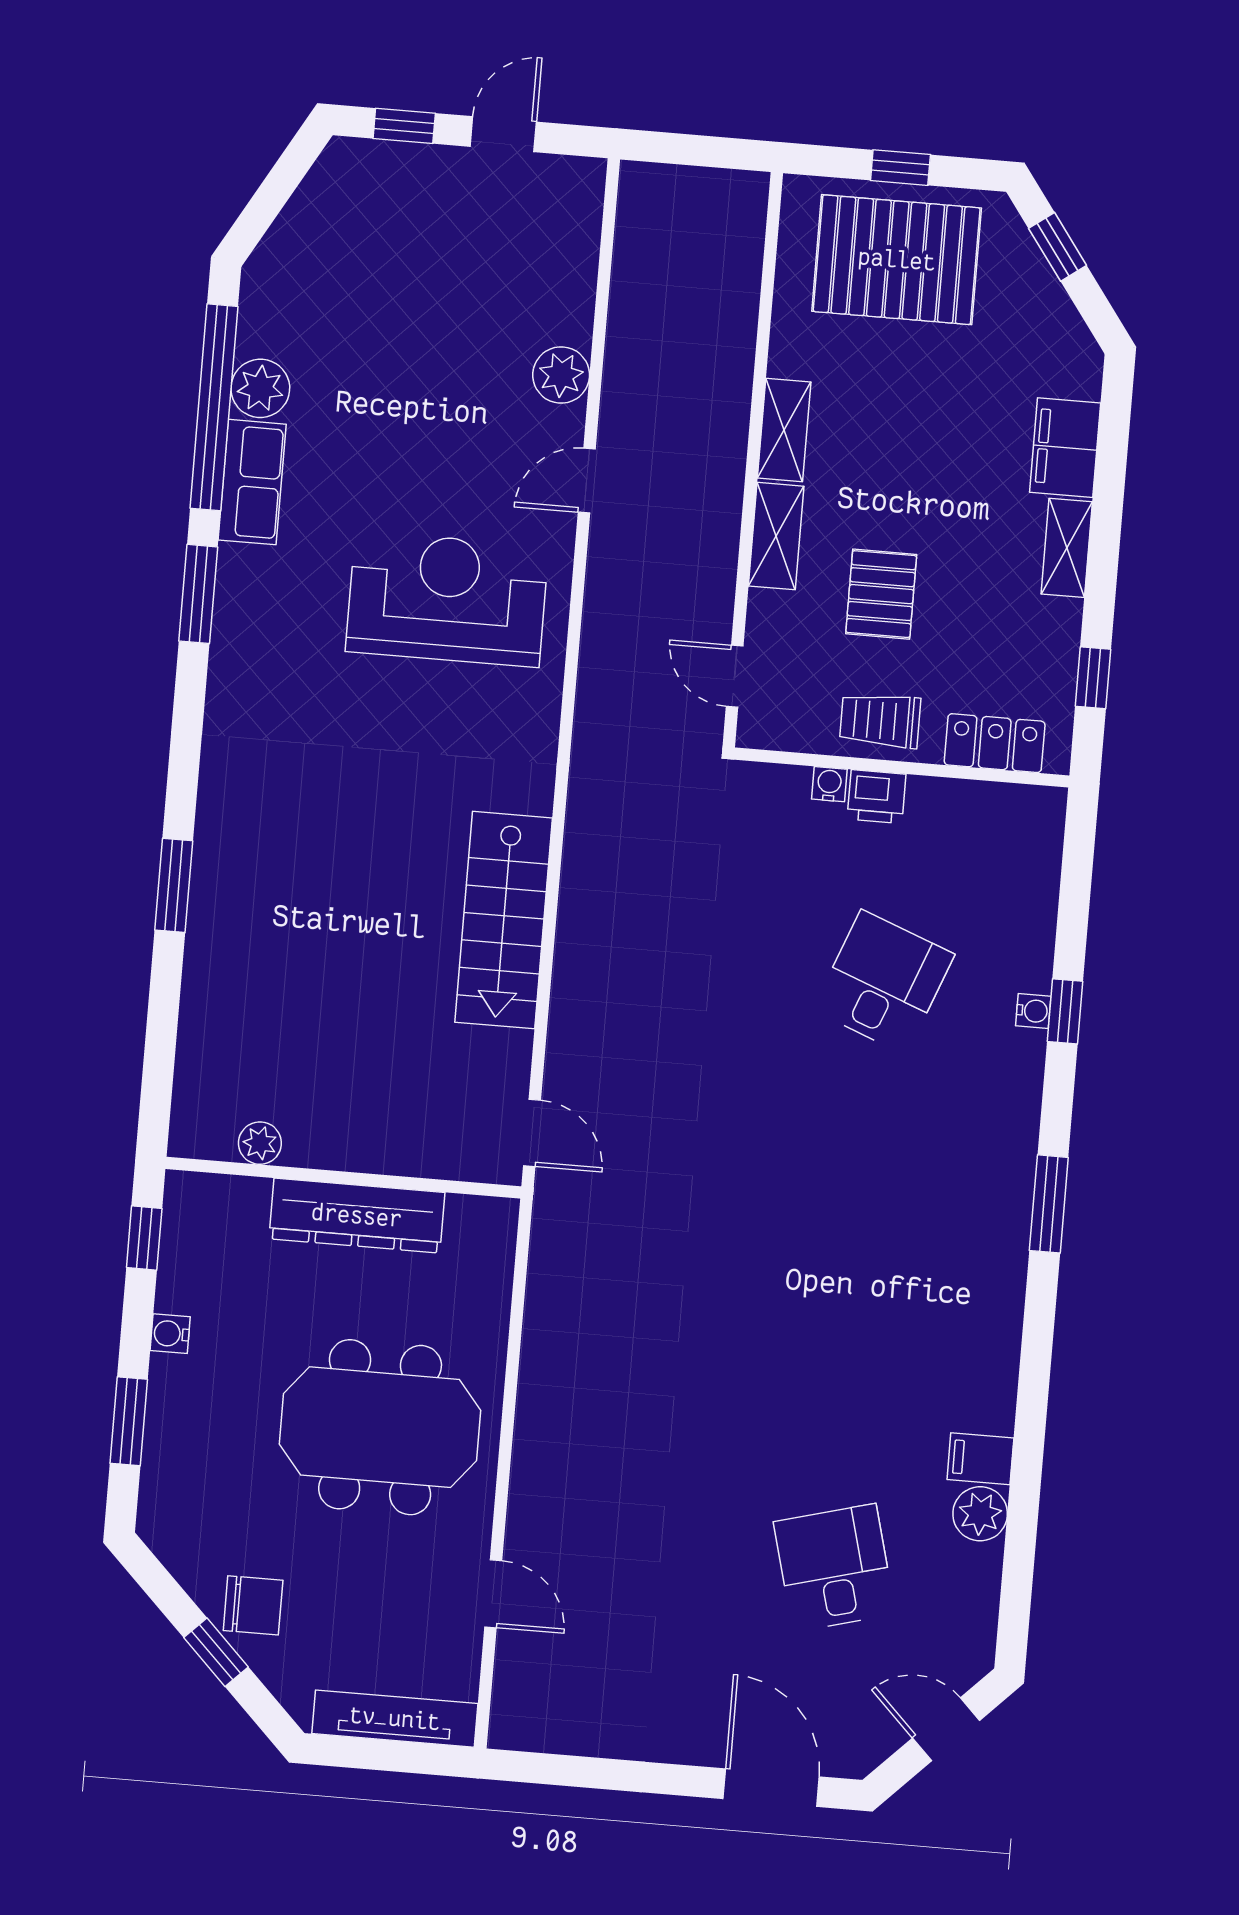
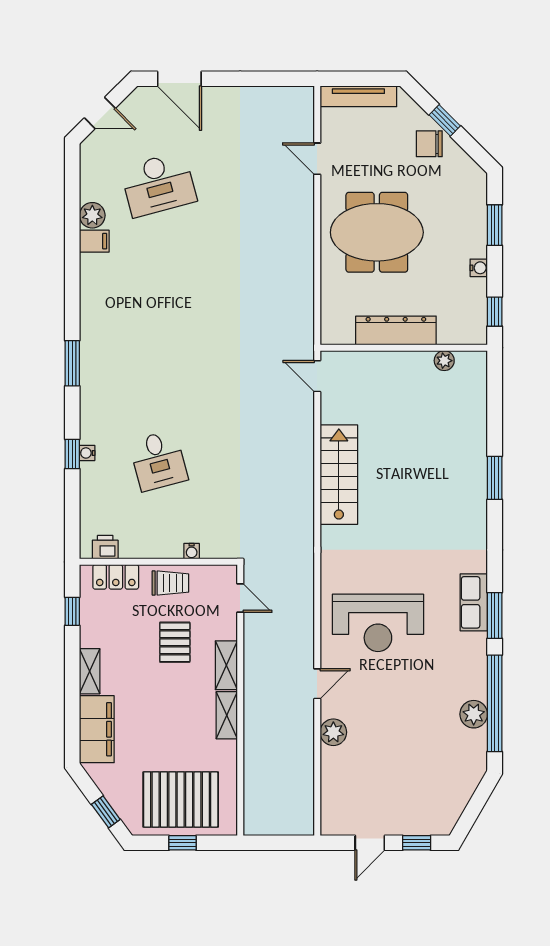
filing cabinet: (1065, 448) -> (97, 729), width x1.50, depth x1.17
row of seats: (252, 482) -> (474, 602), moved
printer: (877, 797) -> (105, 547), moved
desk: (884, 982) -> (158, 461), turned -36
desk: (834, 1568) -> (158, 184), width x1.37

